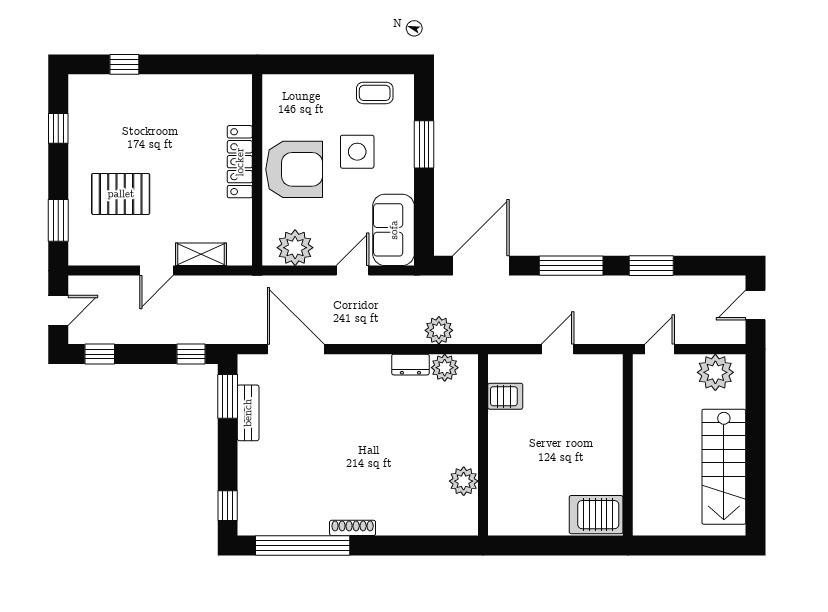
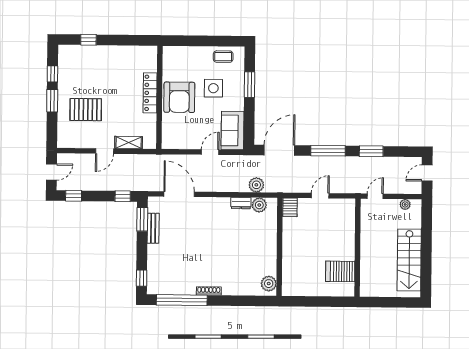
armchair: (294, 169) -> (179, 97), turned 90
window: (58, 220) -> (52, 101), moved
plant: (295, 248) -> (179, 139), removed
plant: (715, 372) -> (405, 204), width x0.53, depth x0.53
server rack: (505, 396) -> (290, 207), moved, turned 90
plant: (464, 481) -> (269, 284), moved
server rack: (596, 515) -> (340, 271), moved

